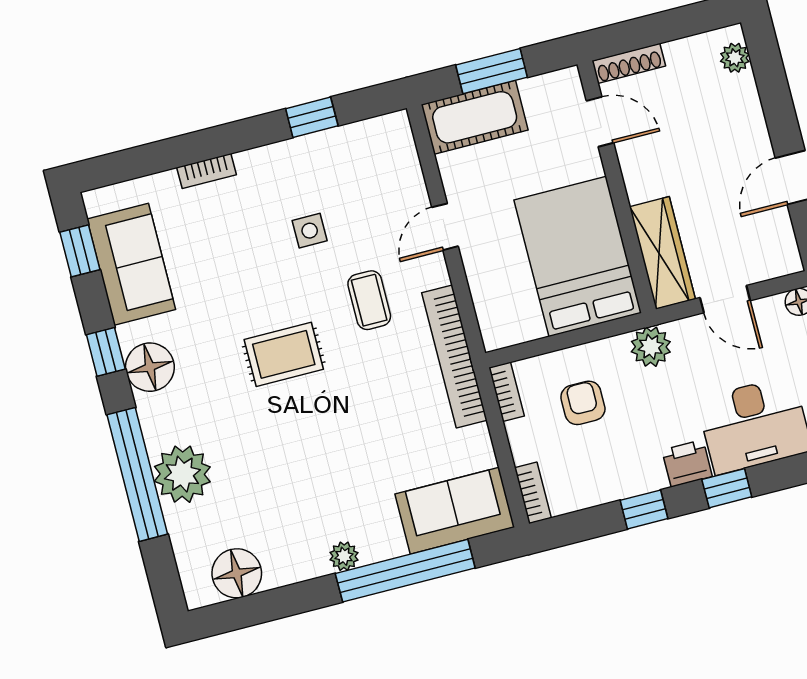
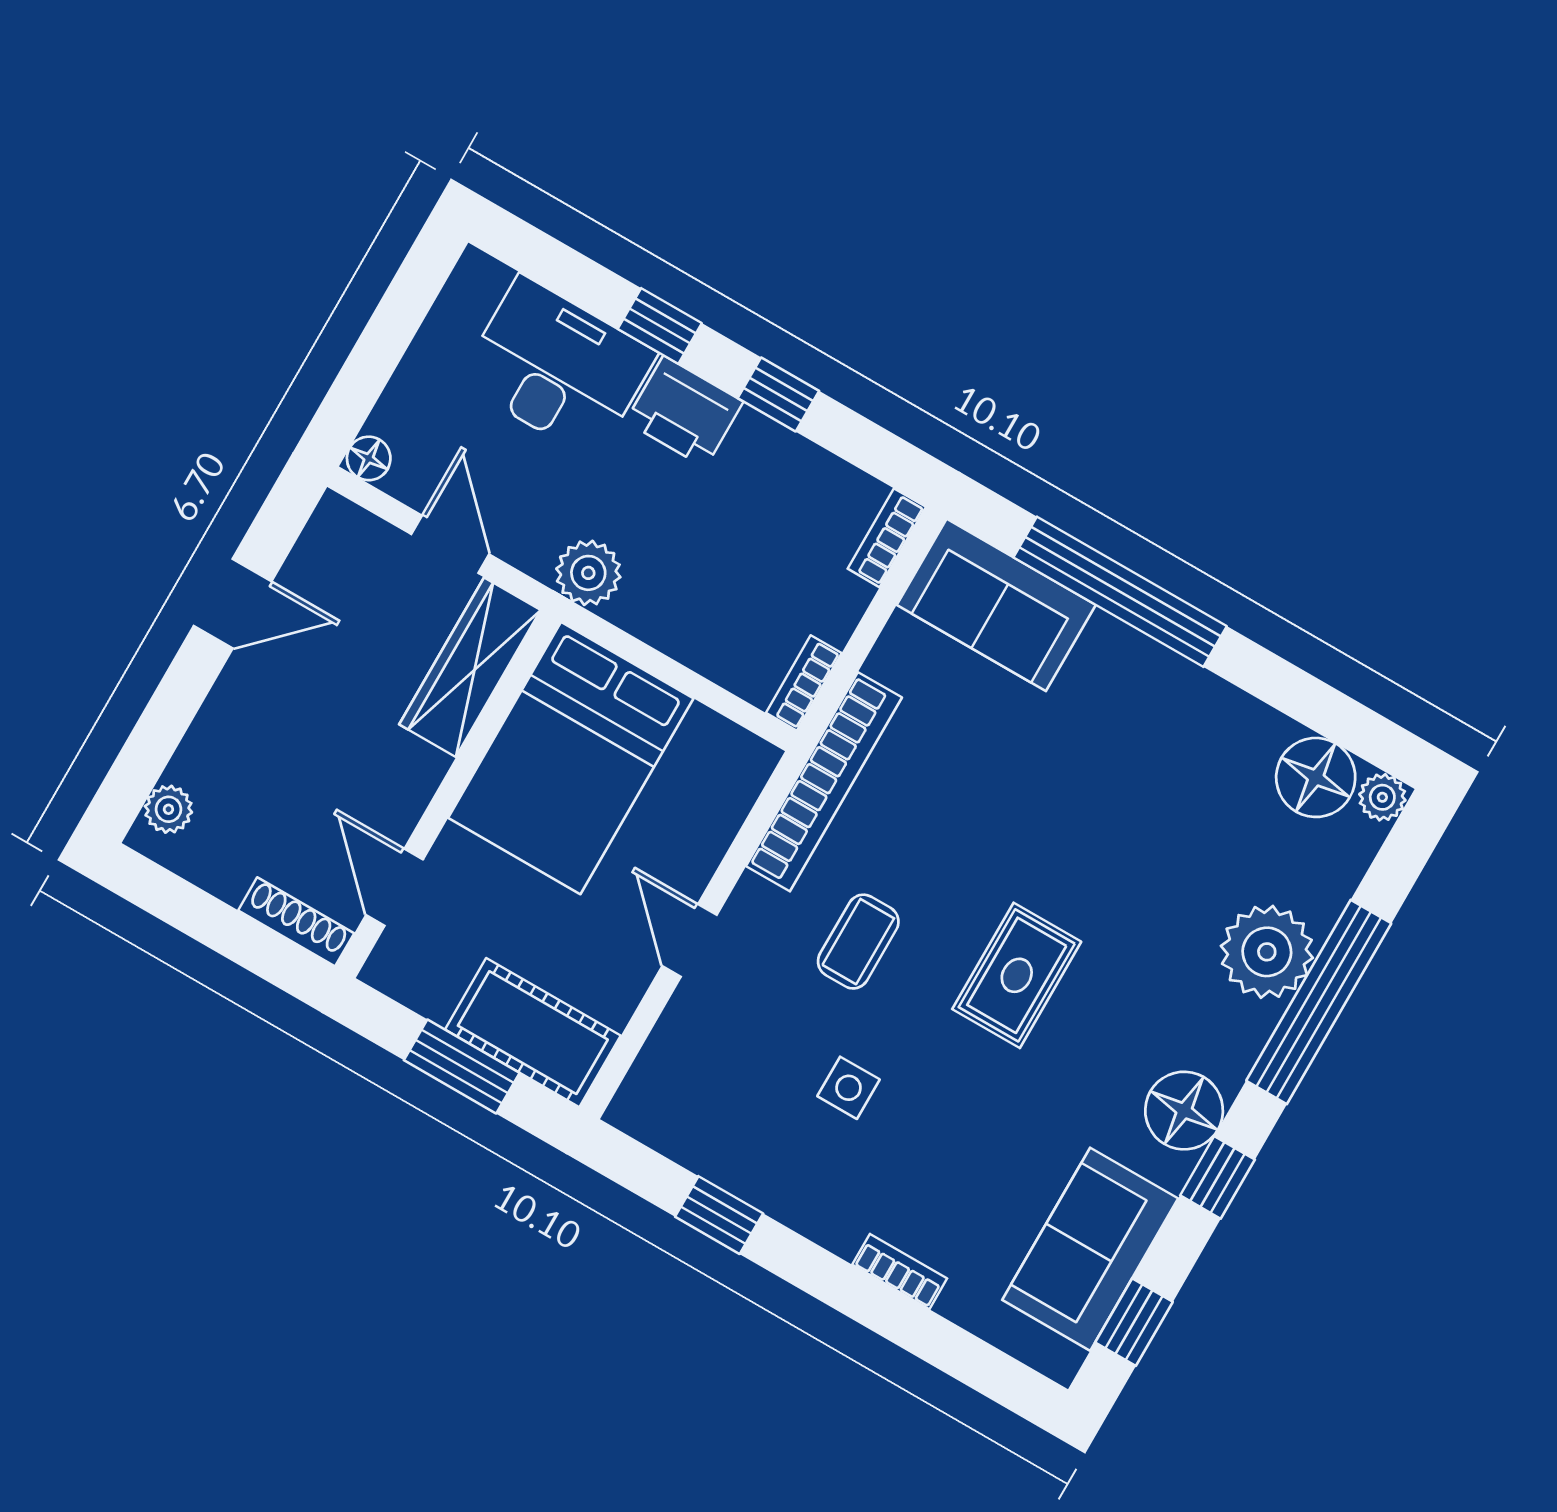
door: (445, 227) -> (689, 940), swing flipped
rug: (284, 354) -> (1017, 975), turned 90
armchair: (583, 403) -> (729, 585), removed
printer: (687, 463) -> (684, 412), width x1.36, depth x1.24
plant: (344, 556) -> (1382, 797), moved

